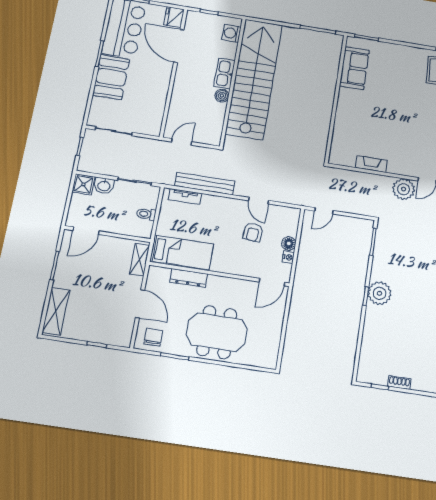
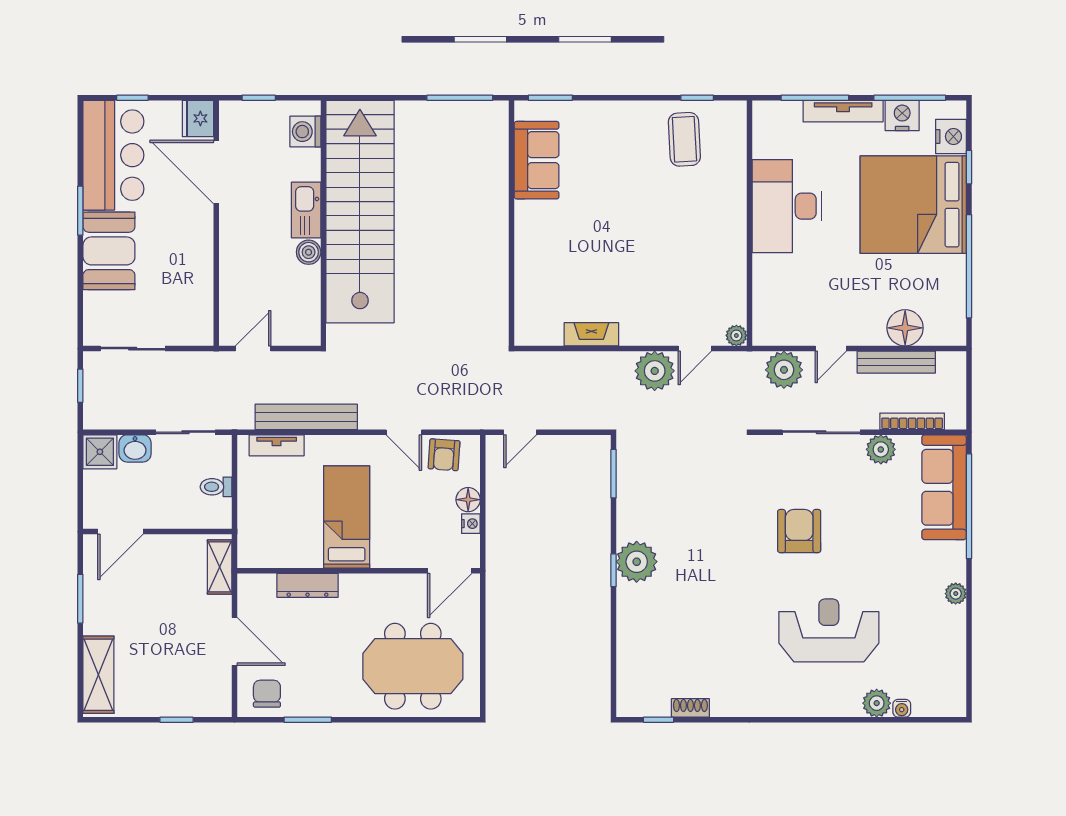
armchair: (253, 232) -> (444, 455), moved
bed: (182, 252) -> (347, 517), moved, turned -90
meeting table: (217, 332) -> (413, 666), moved

